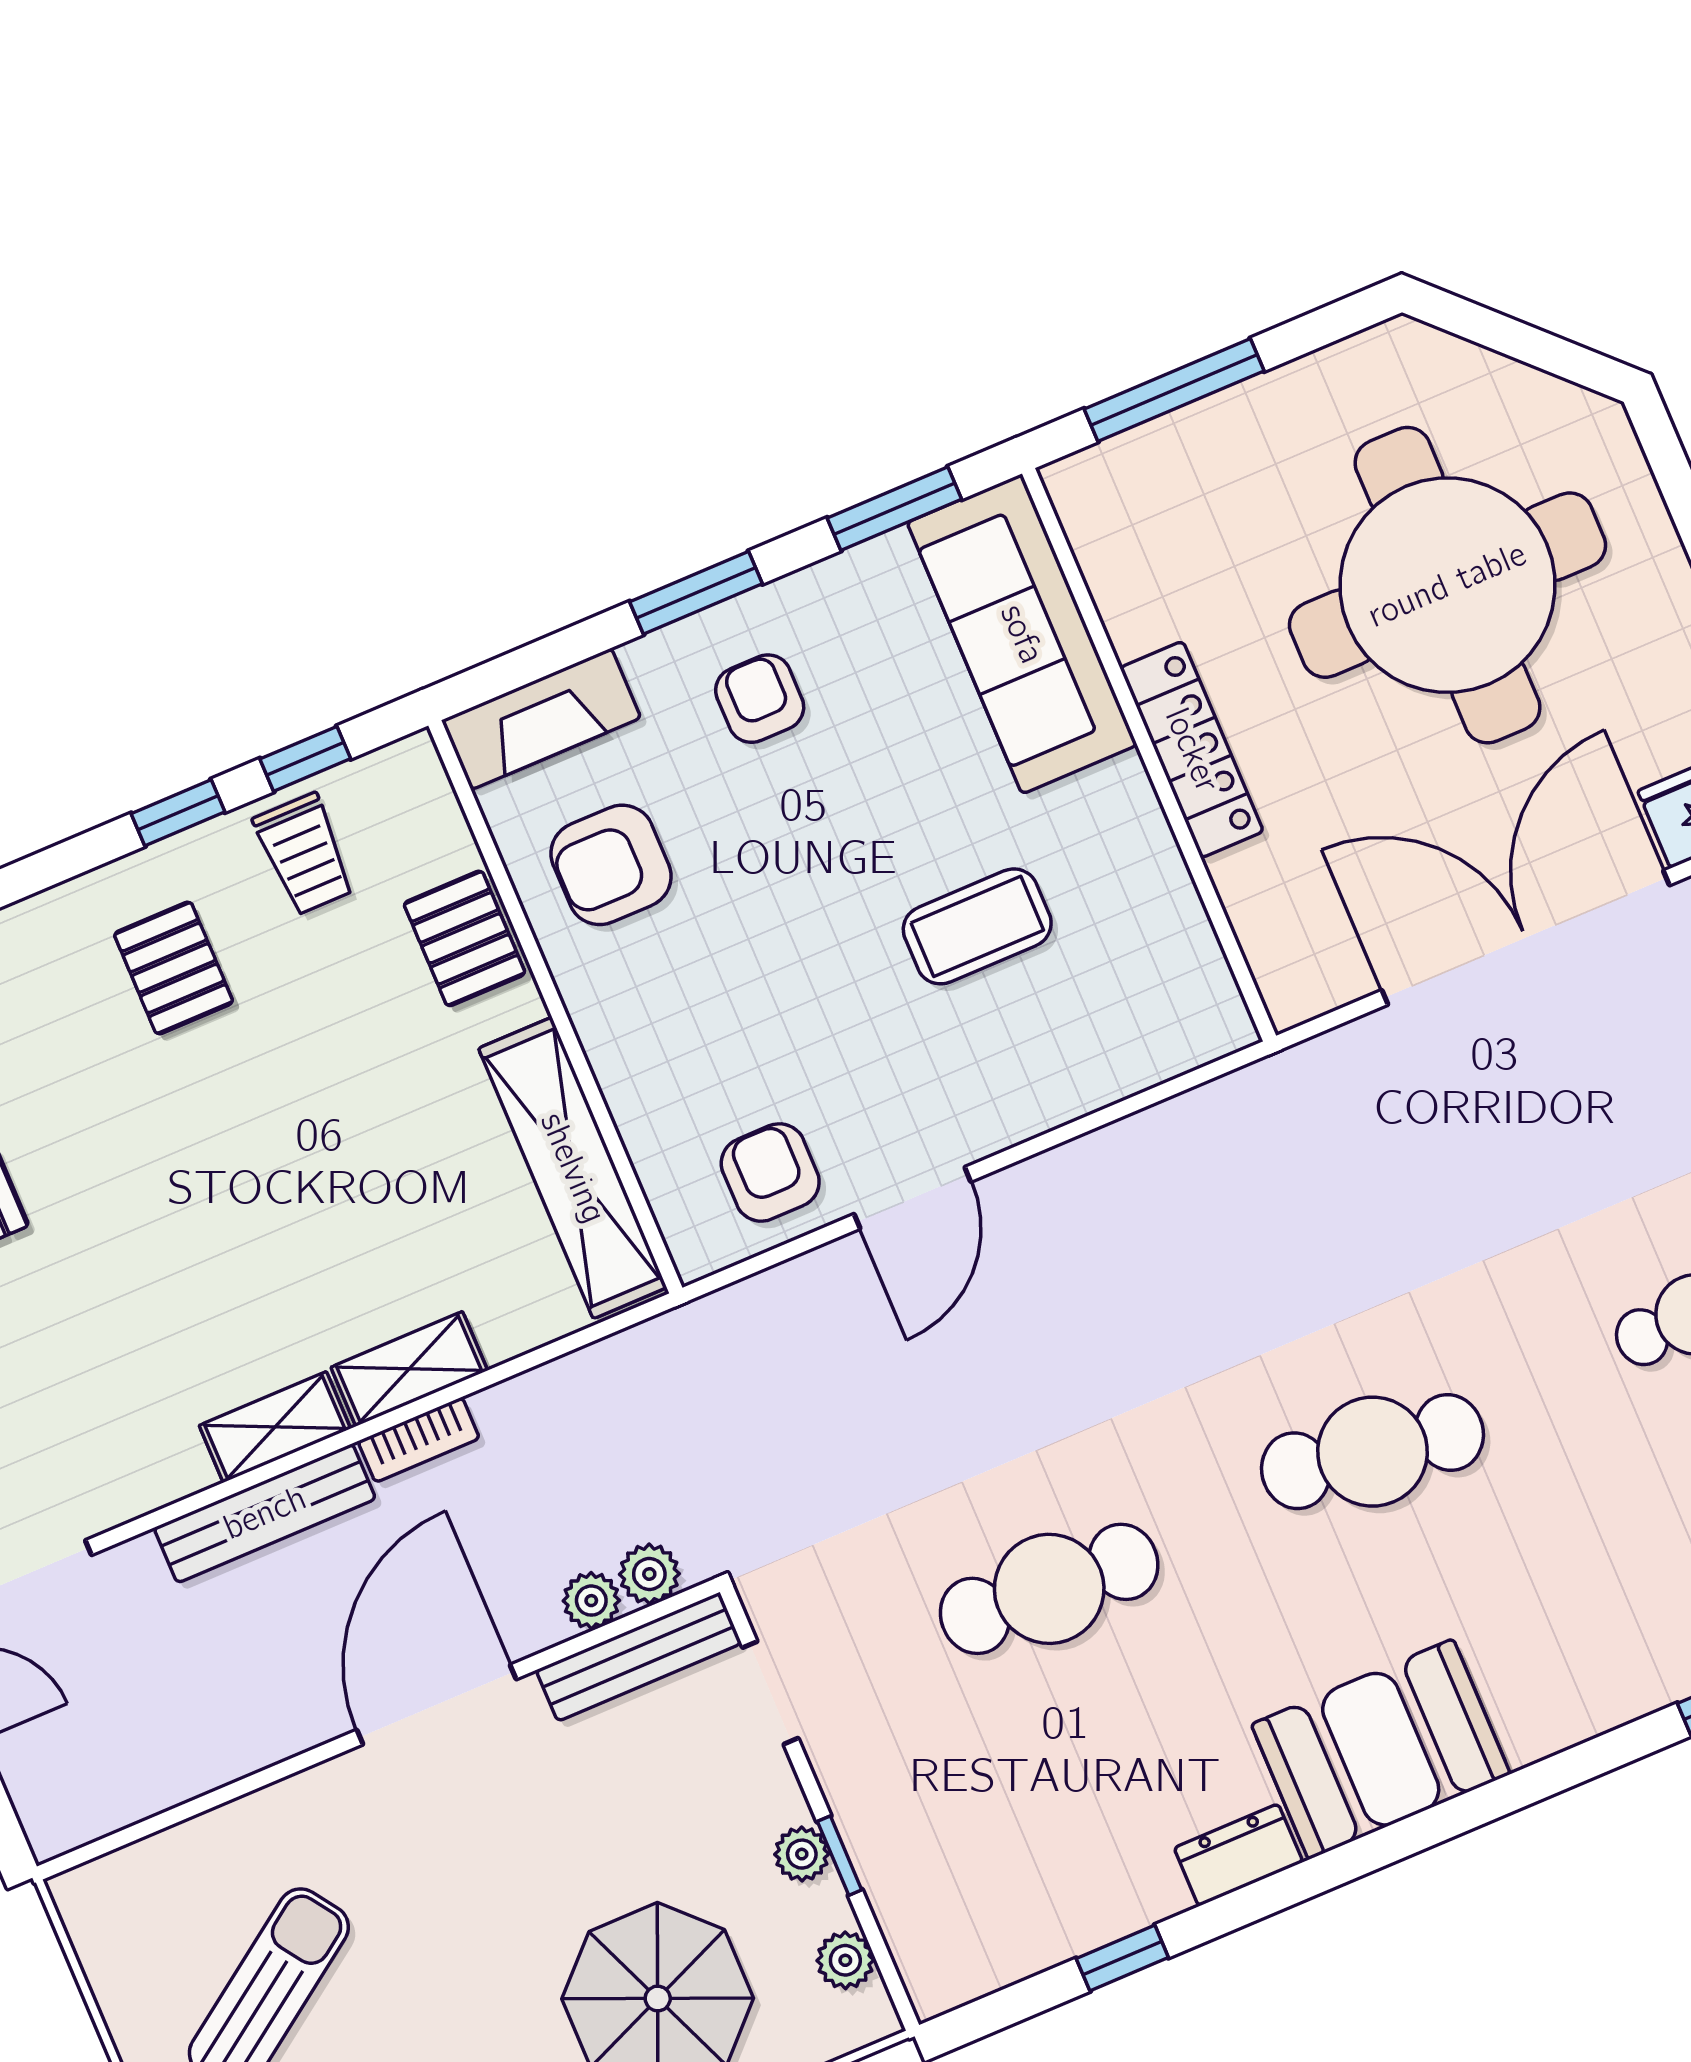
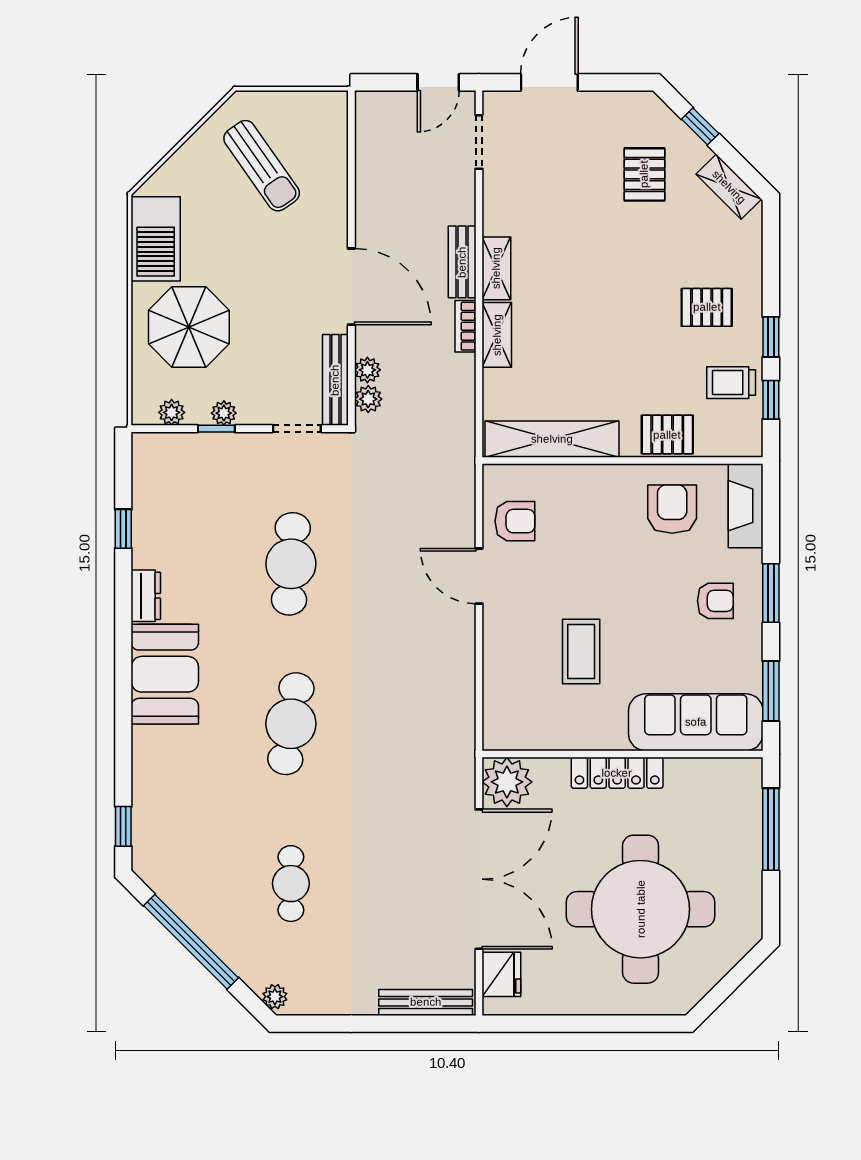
plant: (1305, 964) -> (507, 782), added
bench: (265, 1513) -> (462, 262), width x0.73

